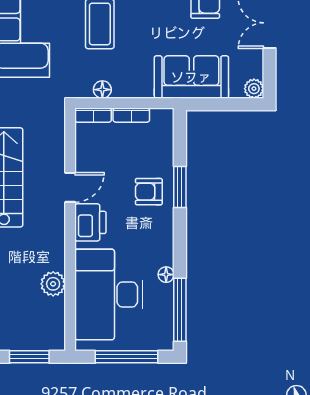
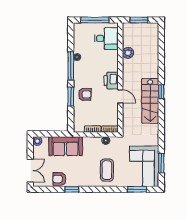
door: (70, 187) -> (120, 96), swing flipped
desk: (109, 295) -> (106, 39), width x0.53, depth x0.77
window: (180, 310) -> (71, 66), moved

